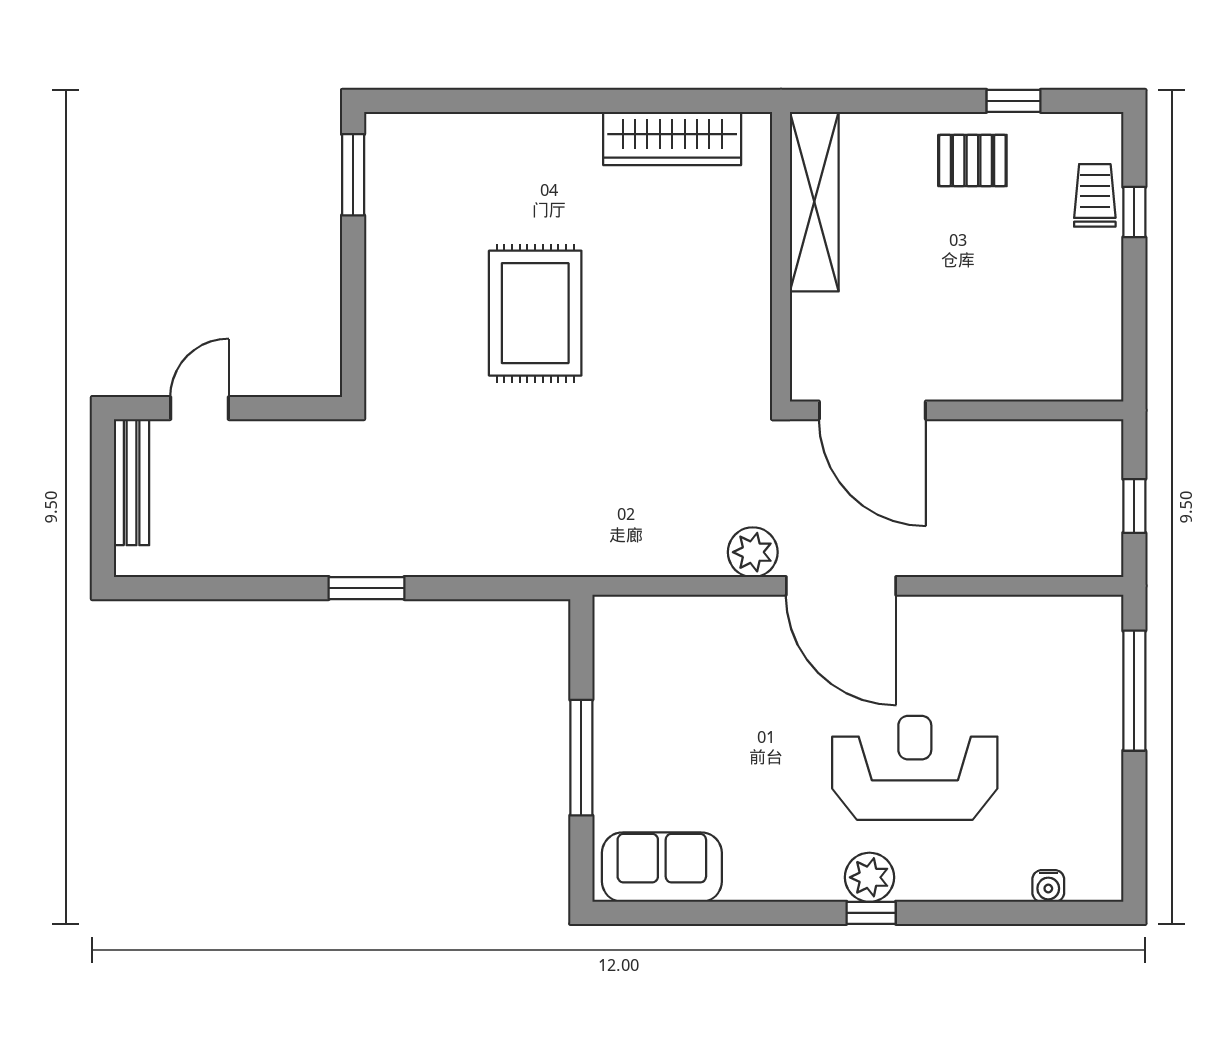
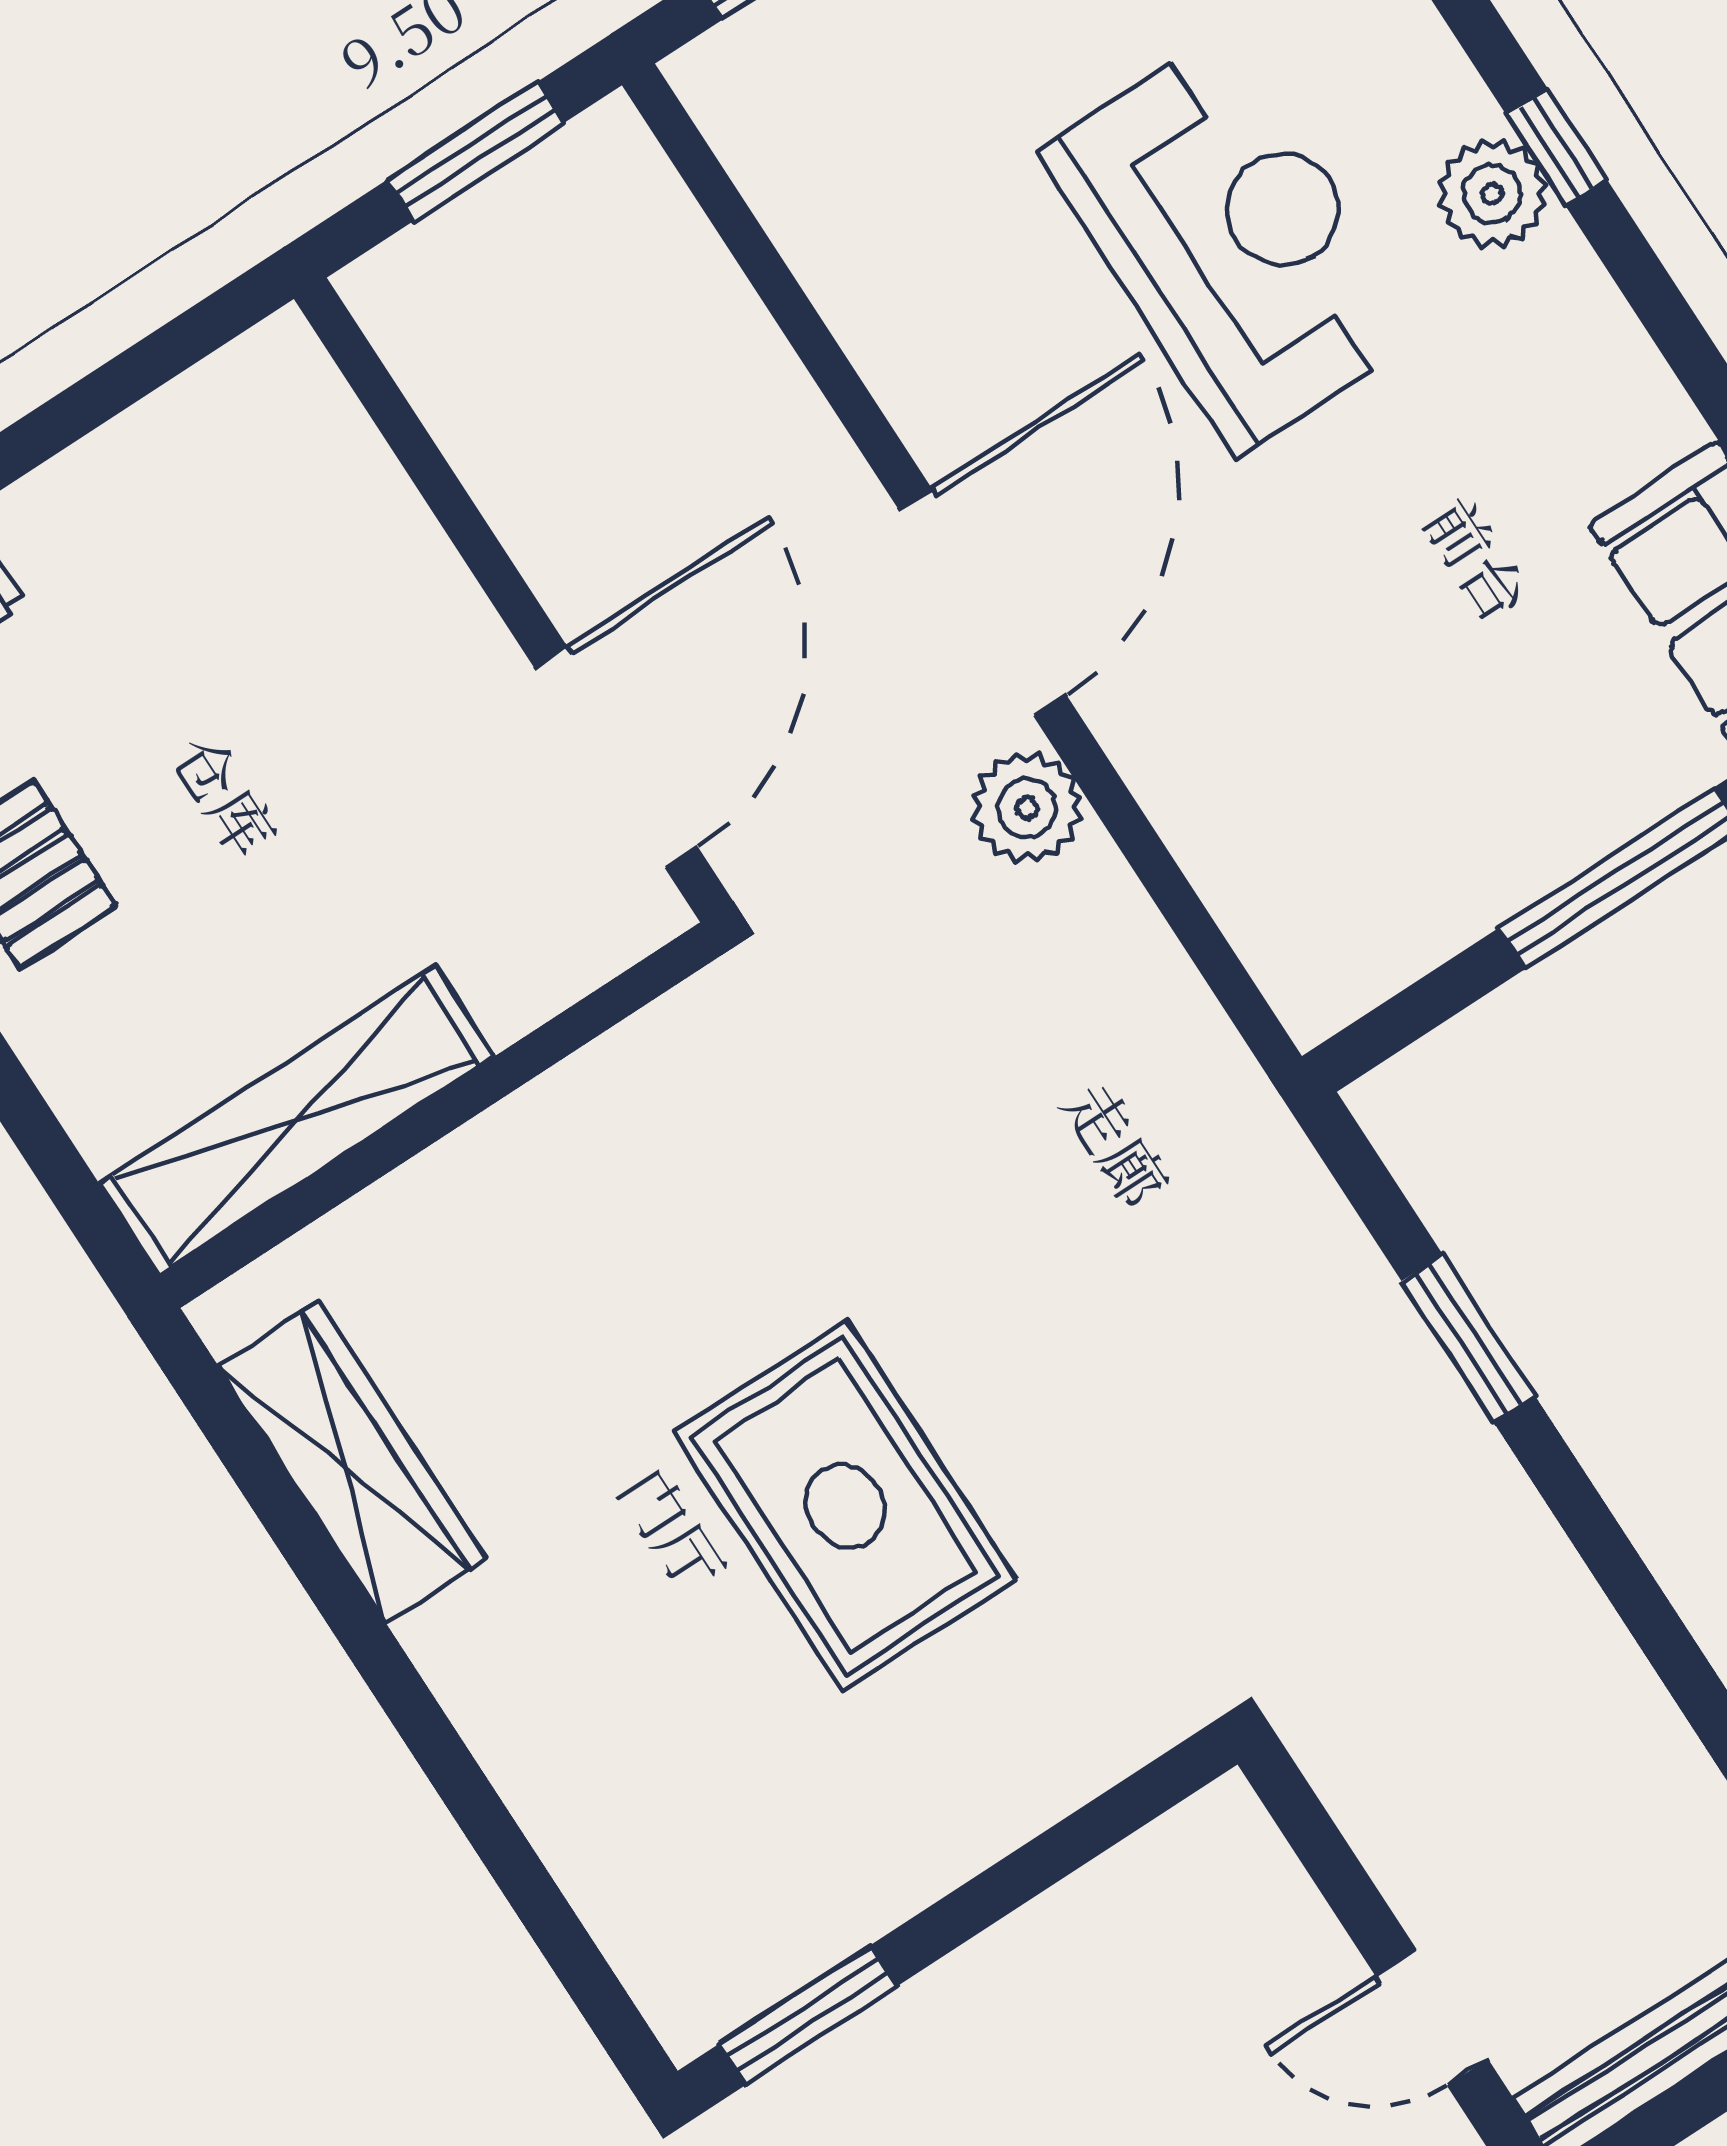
rug: (535, 313) -> (845, 1506), turned 90
window: (1134, 506) -> (476, 151), width x1.50
window: (366, 588) -> (1468, 1338), moved
reception desk: (915, 768) -> (1232, 242), turned 180

